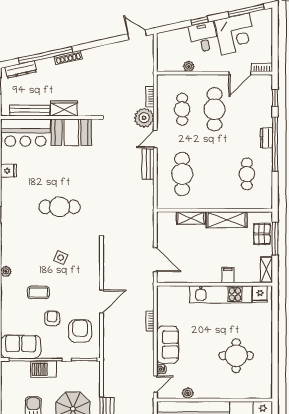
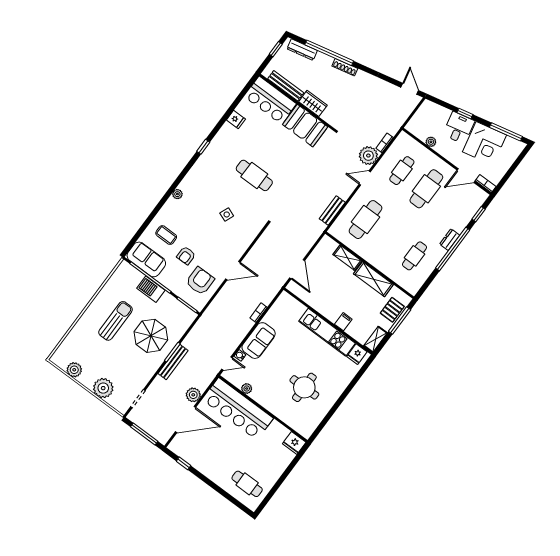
bench: (148, 164) -> (332, 210), moved
coffee table: (38, 292) -> (166, 235), moved
armchair: (52, 318) -> (186, 256), turned 180

